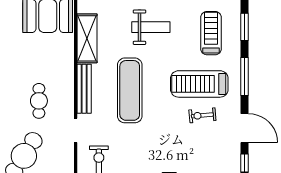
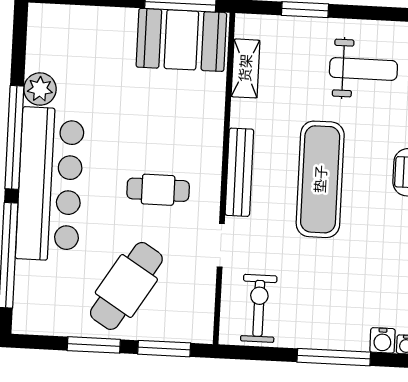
shelving: (87, 38) -> (245, 68), width x0.67, depth x0.75
cafe table: (39, 101) -> (158, 190), turned 90

